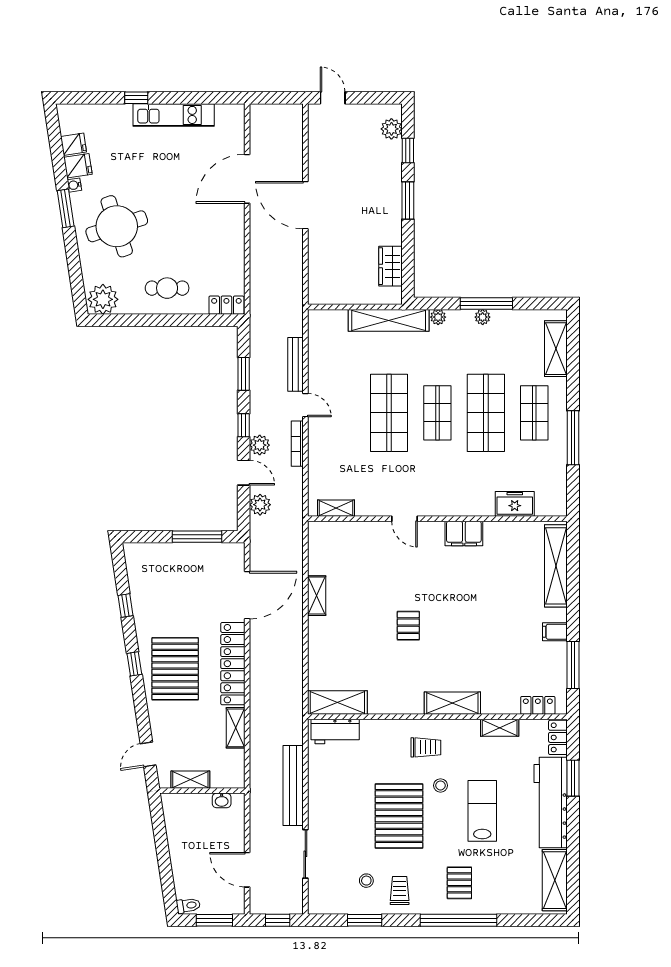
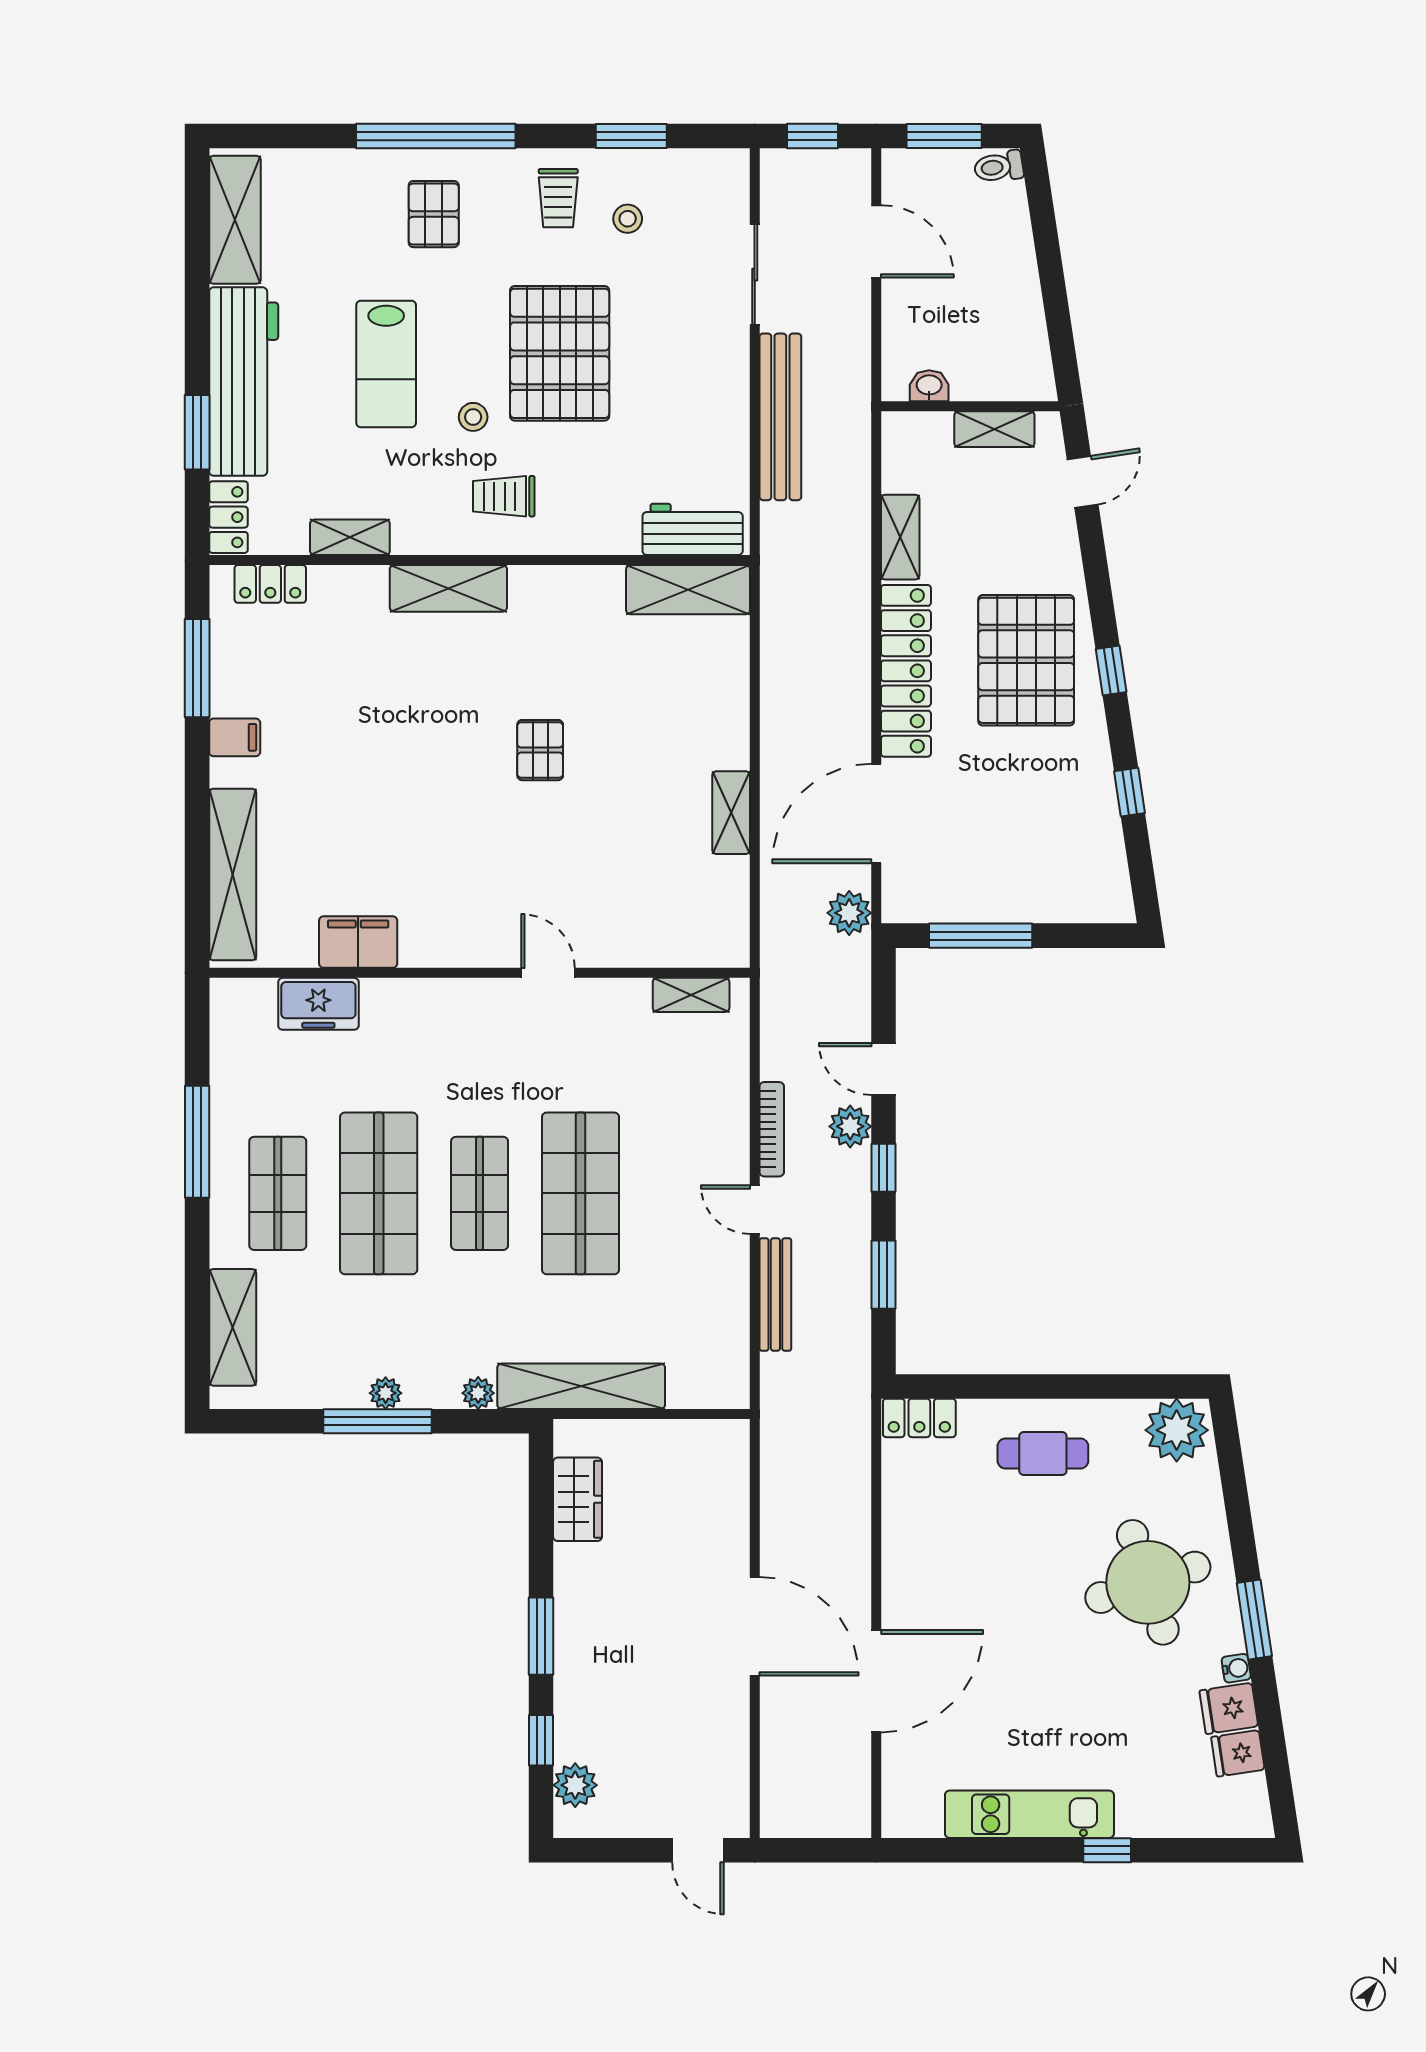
plant: (260, 505) -> (849, 913), moved
filing cabinet: (464, 534) -> (358, 942), moved

